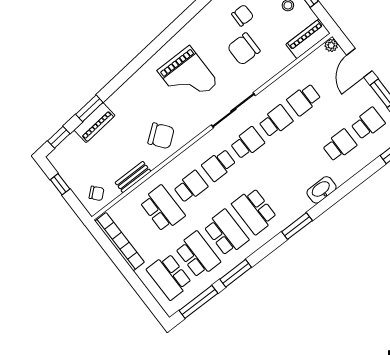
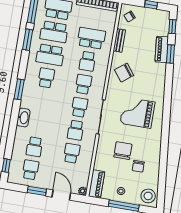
school desk: (368, 124) -> (30, 170), turned 180
school desk: (247, 143) -> (80, 107), turned 180
school desk: (162, 209) -> (91, 38), turned 180
school desk: (254, 211) -> (46, 78), width x0.54

